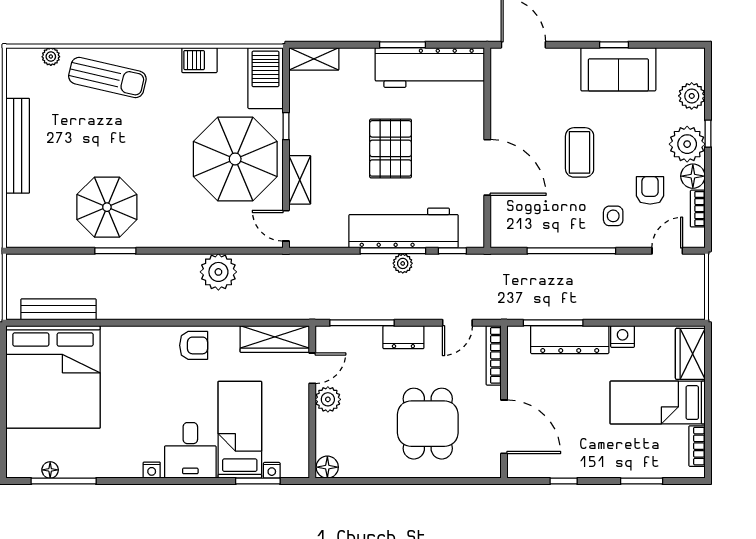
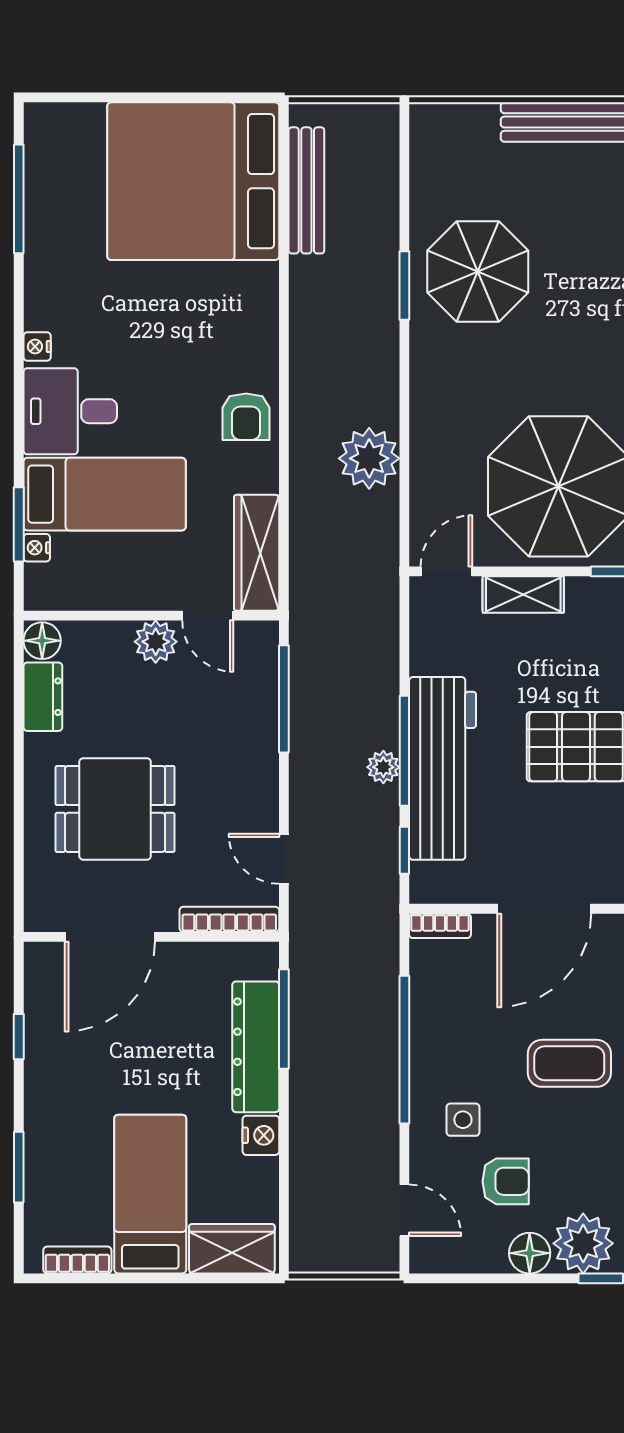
bookcase: (698, 209) -> (440, 926), moved, turned 180
dresser: (403, 337) -> (43, 697), moved, turned 180
floor lamp: (50, 470) -> (37, 176), removed

